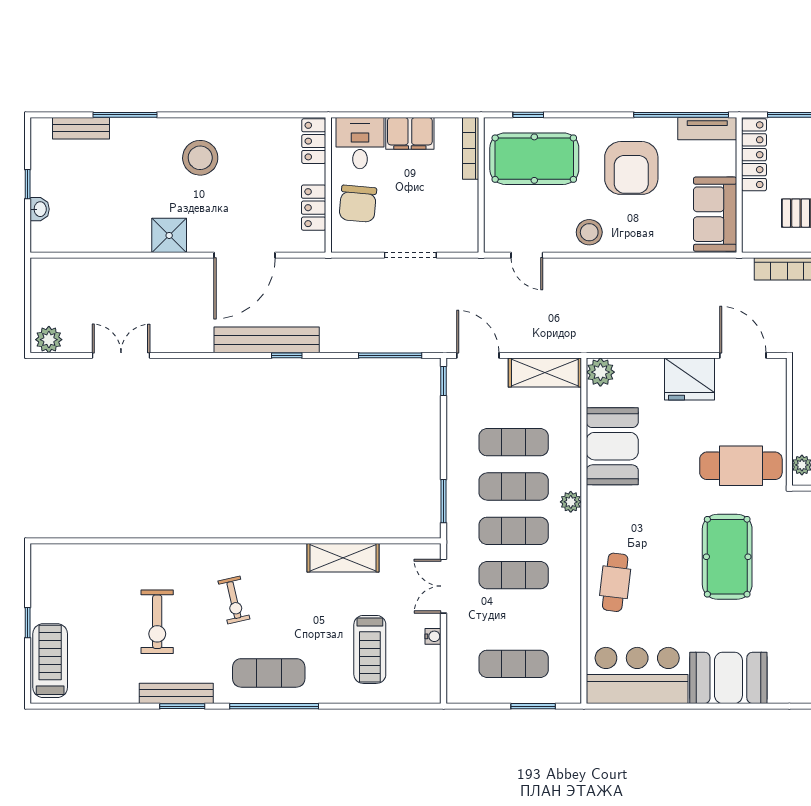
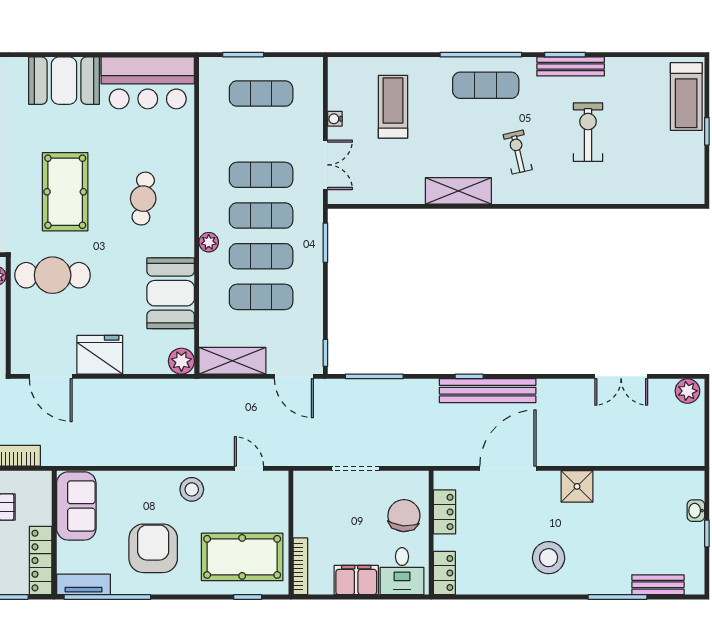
shelving: (343, 558) -> (458, 191), moved
cafe table: (615, 582) -> (143, 199), moved

